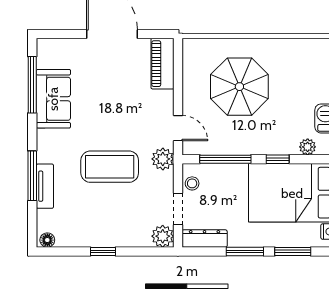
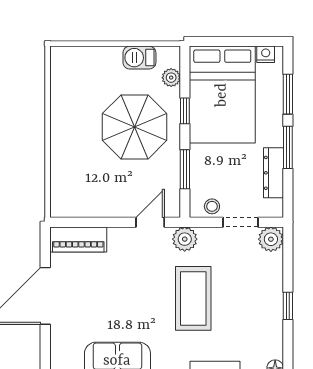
parasol: (239, 87) -> (135, 127), moved
window: (225, 159) -> (185, 169), width x0.69
dresser: (205, 239) -> (273, 173), moved

